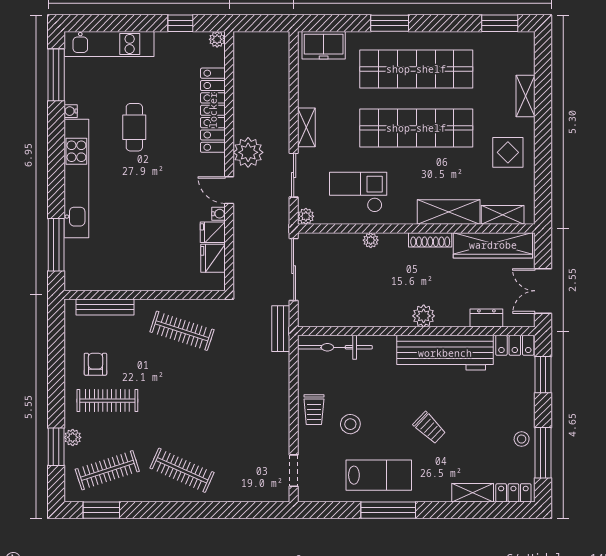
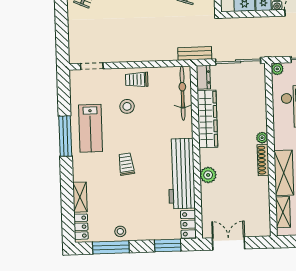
plant: (371, 240) -> (262, 138), moved
wardrobe: (493, 245) -> (207, 119), moved, turned 180
plant: (424, 316) -> (208, 175), moved
dresser: (486, 318) -> (203, 77), moved
trolley: (429, 428) -> (126, 164), turned 129

